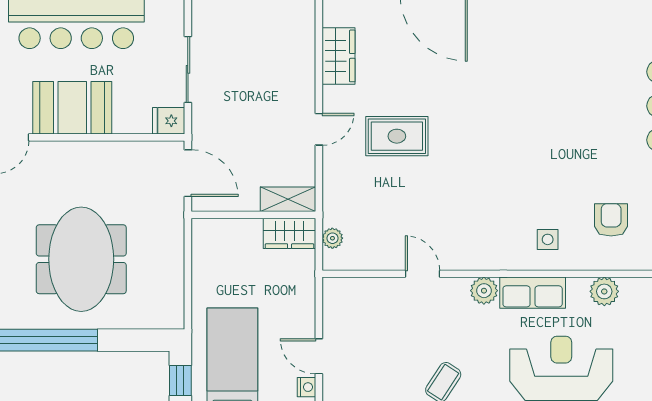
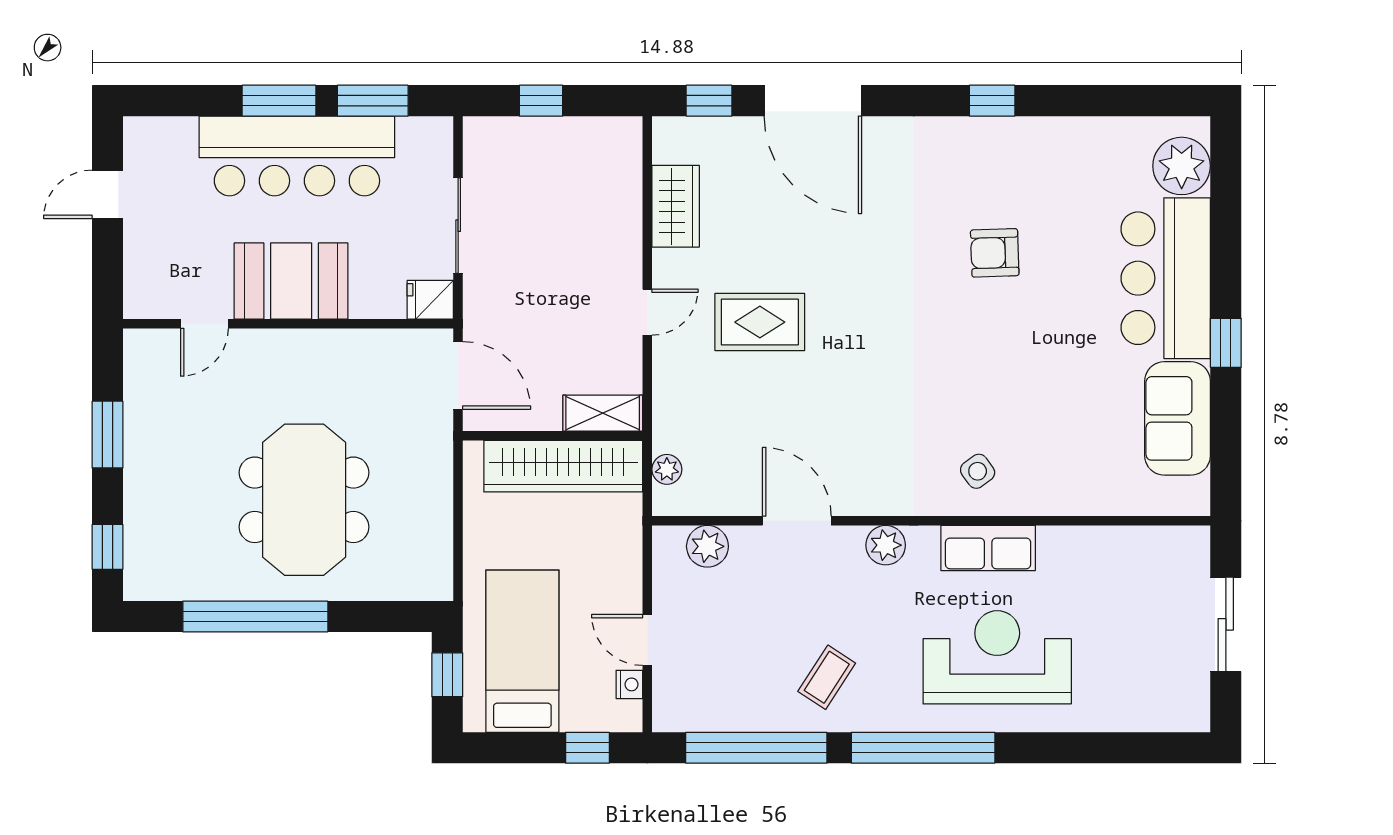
armchair: (611, 220) -> (995, 253), moved, turned -92
wardrobe: (290, 233) -> (563, 466), width x2.10, depth x1.17
side table: (548, 239) -> (978, 471), turned -36
door: (422, 274) -> (797, 521), width x1.38
plant: (604, 291) -> (707, 546), moved
row of seats: (533, 293) -> (988, 548), moved

